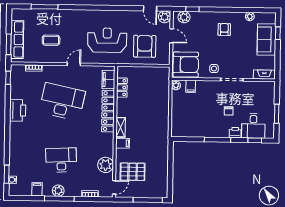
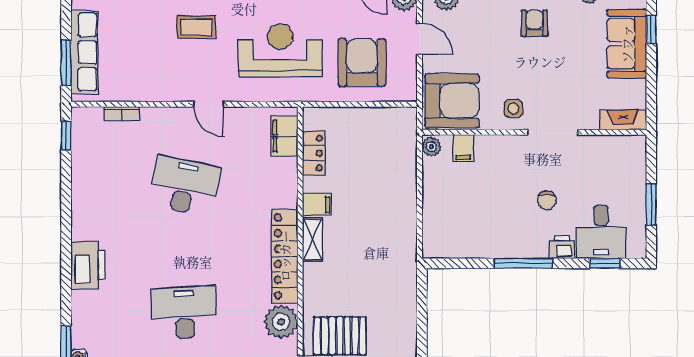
coffee table: (51, 40) -> (196, 27), moved
door: (74, 64) -> (209, 104), swing flipped
desk: (62, 102) -> (184, 186), width x0.73, depth x0.77
printer: (18, 110) -> (88, 265), moved
locker: (108, 111) -> (285, 256), moved
filing cabinet: (123, 143) -> (317, 205), moved

